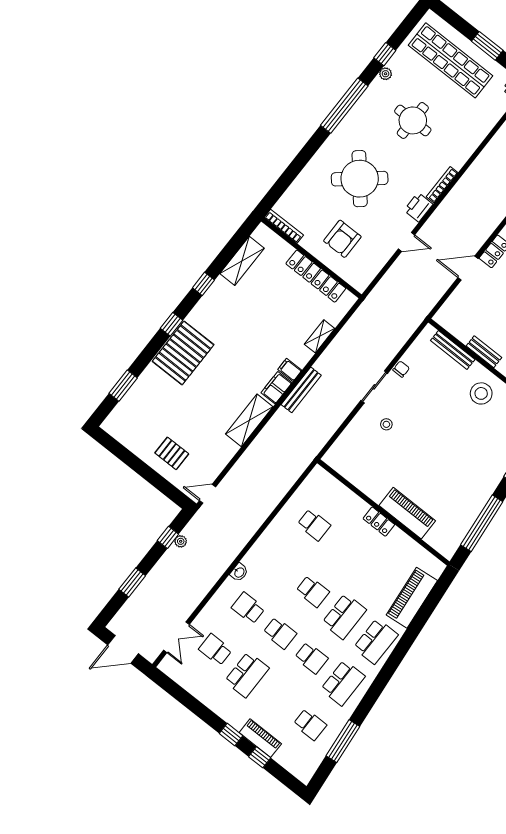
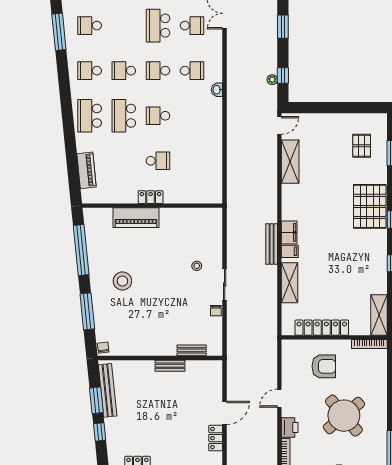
armchair: (342, 239) -> (324, 366), turned 90
shelving: (242, 261) -> (379, 315), moved
shelving: (320, 336) -> (290, 283), width x1.50, depth x1.33
bench: (453, 350) -> (192, 350), width x0.73
stool: (481, 393) -> (122, 281), moved
shelving: (249, 420) -> (290, 162), moved
pallet: (172, 453) -> (362, 146), moved, turned 90
school desk: (314, 525) -> (158, 161), moved, turned 180
piano: (412, 598) -> (86, 170), width x0.73, depth x0.75
school desk: (343, 683) -> (90, 71), width x0.54

